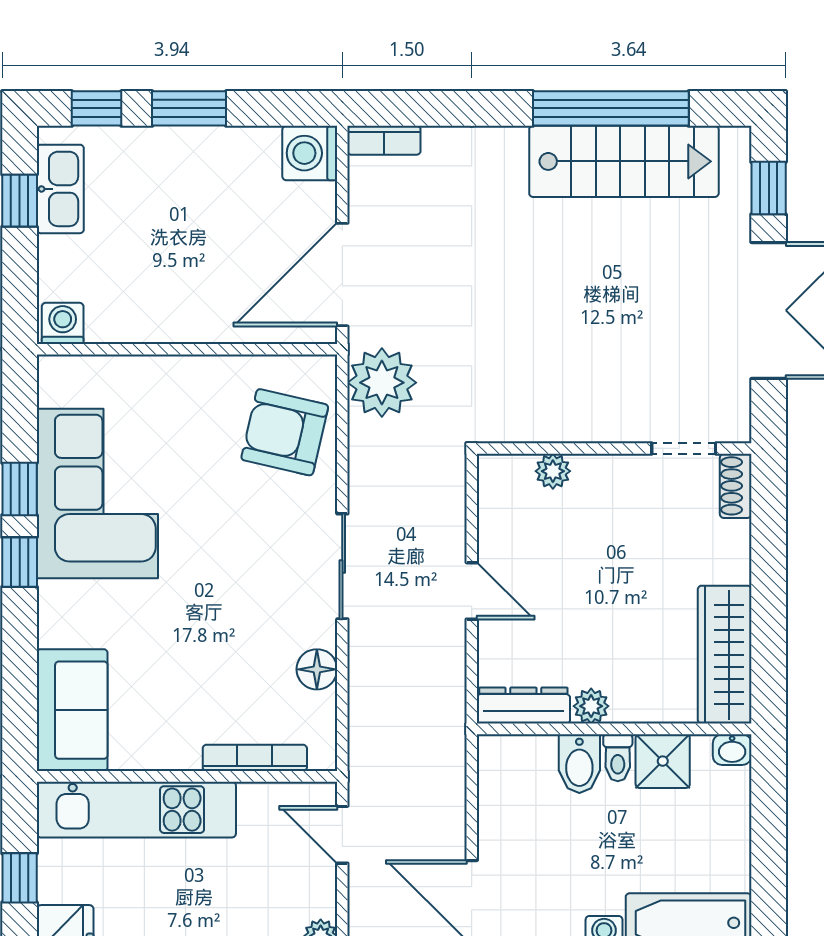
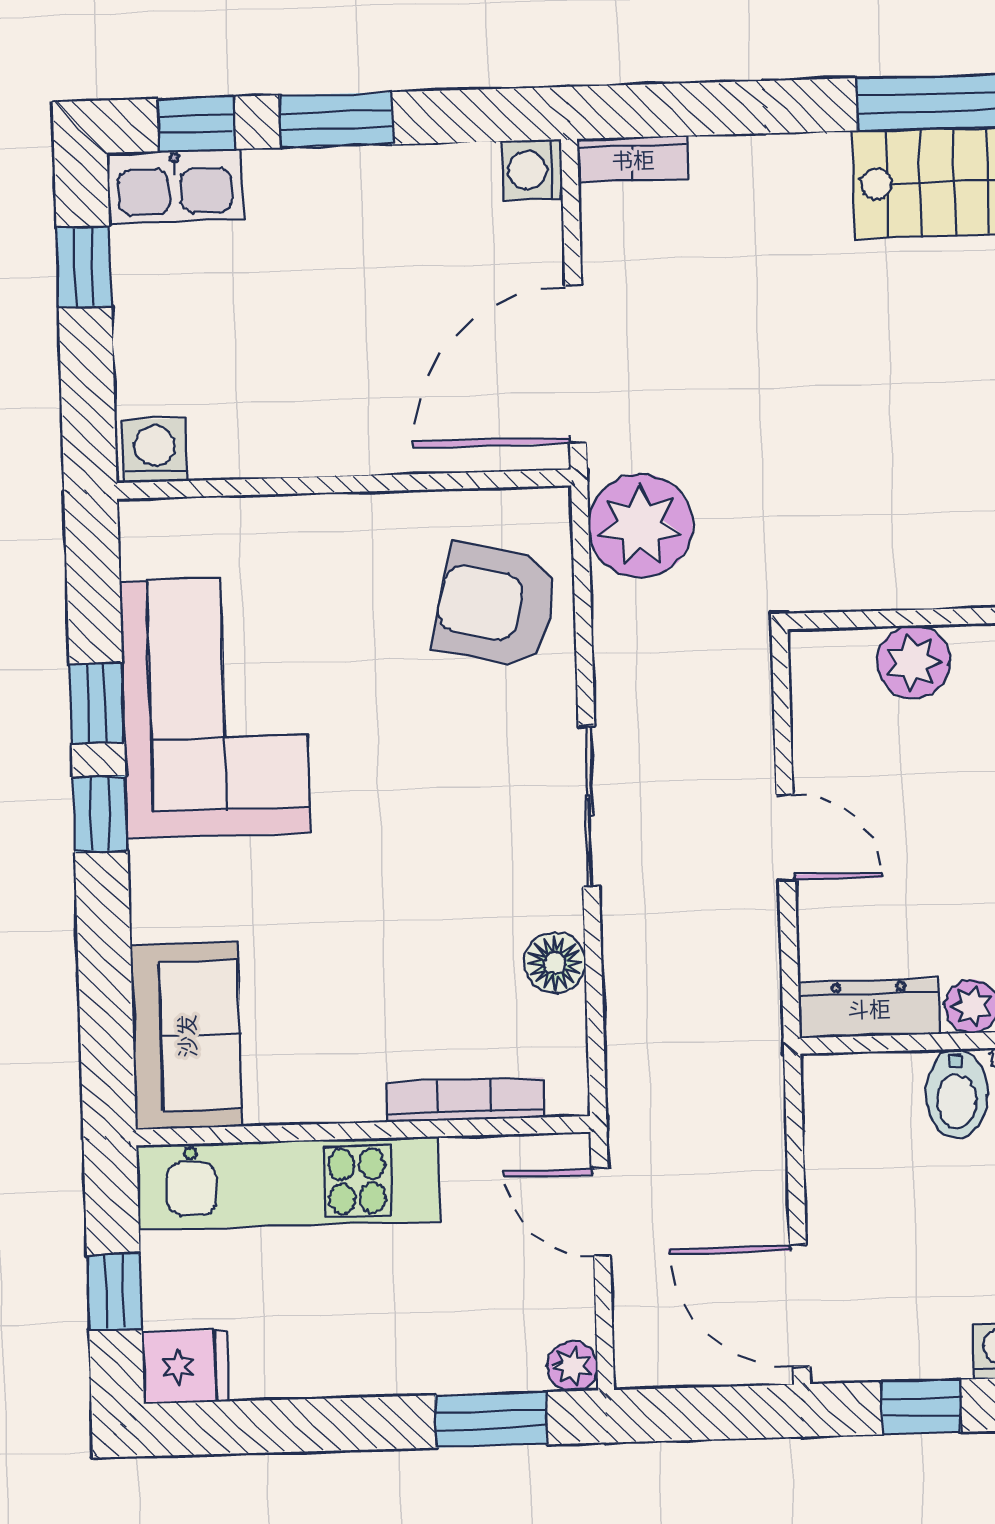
washing machine: (310, 153) -> (532, 170), width x0.73, depth x0.73
kitchen sink: (60, 189) -> (175, 186), moved, turned 90
plant: (553, 471) -> (913, 662), width x1.38, depth x1.38

